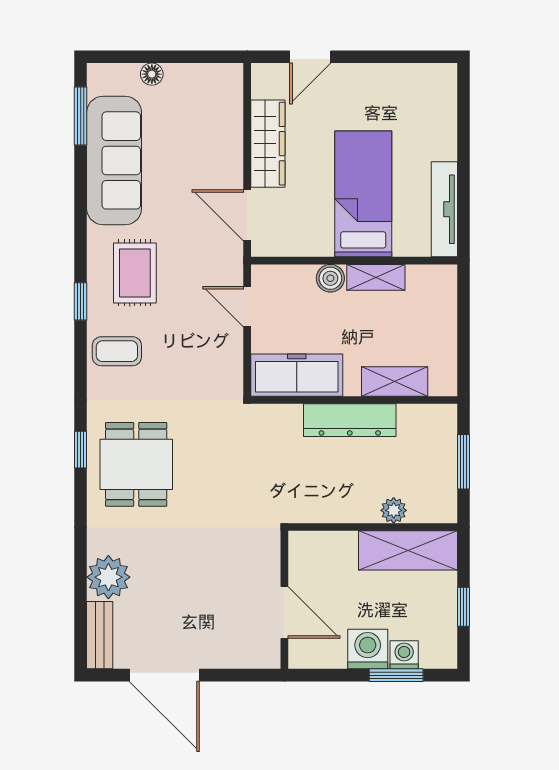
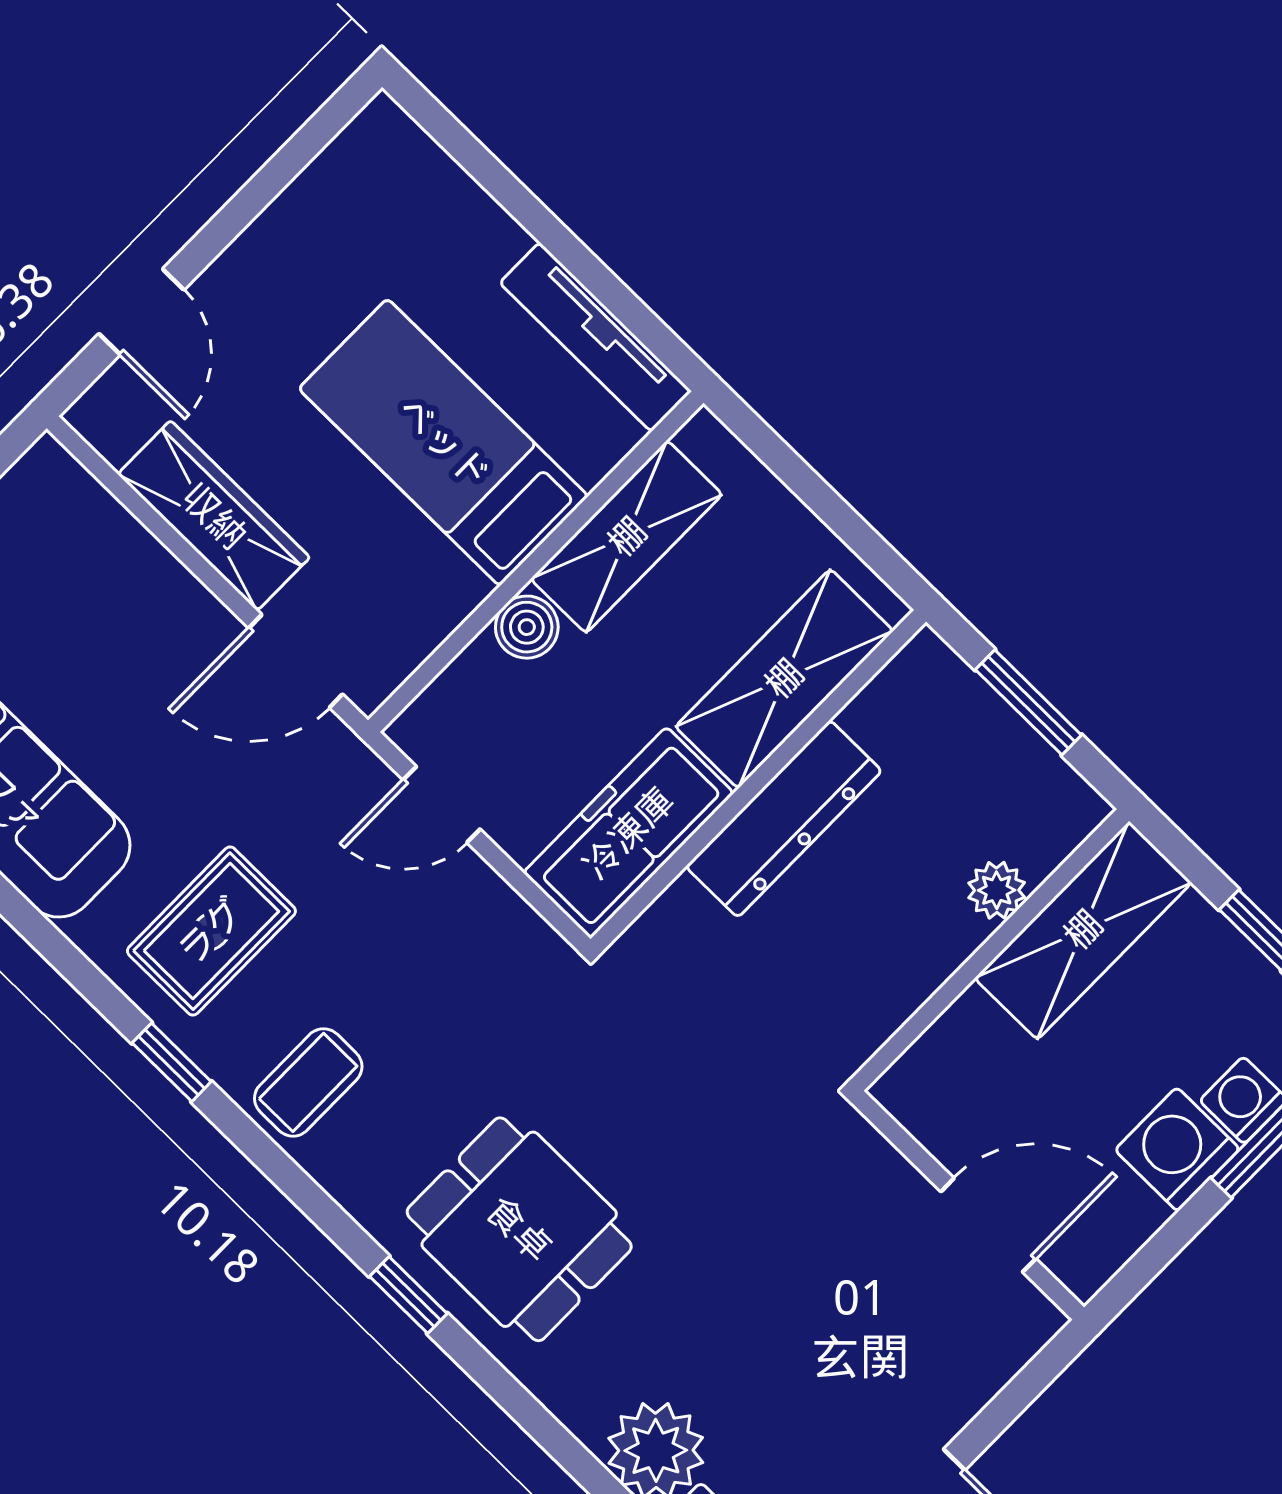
rug: (135, 273) -> (211, 931), turned 90
shelving: (376, 277) -> (627, 537), width x1.50, depth x1.33
shelving: (395, 381) -> (784, 679), width x1.50, depth x1.33

